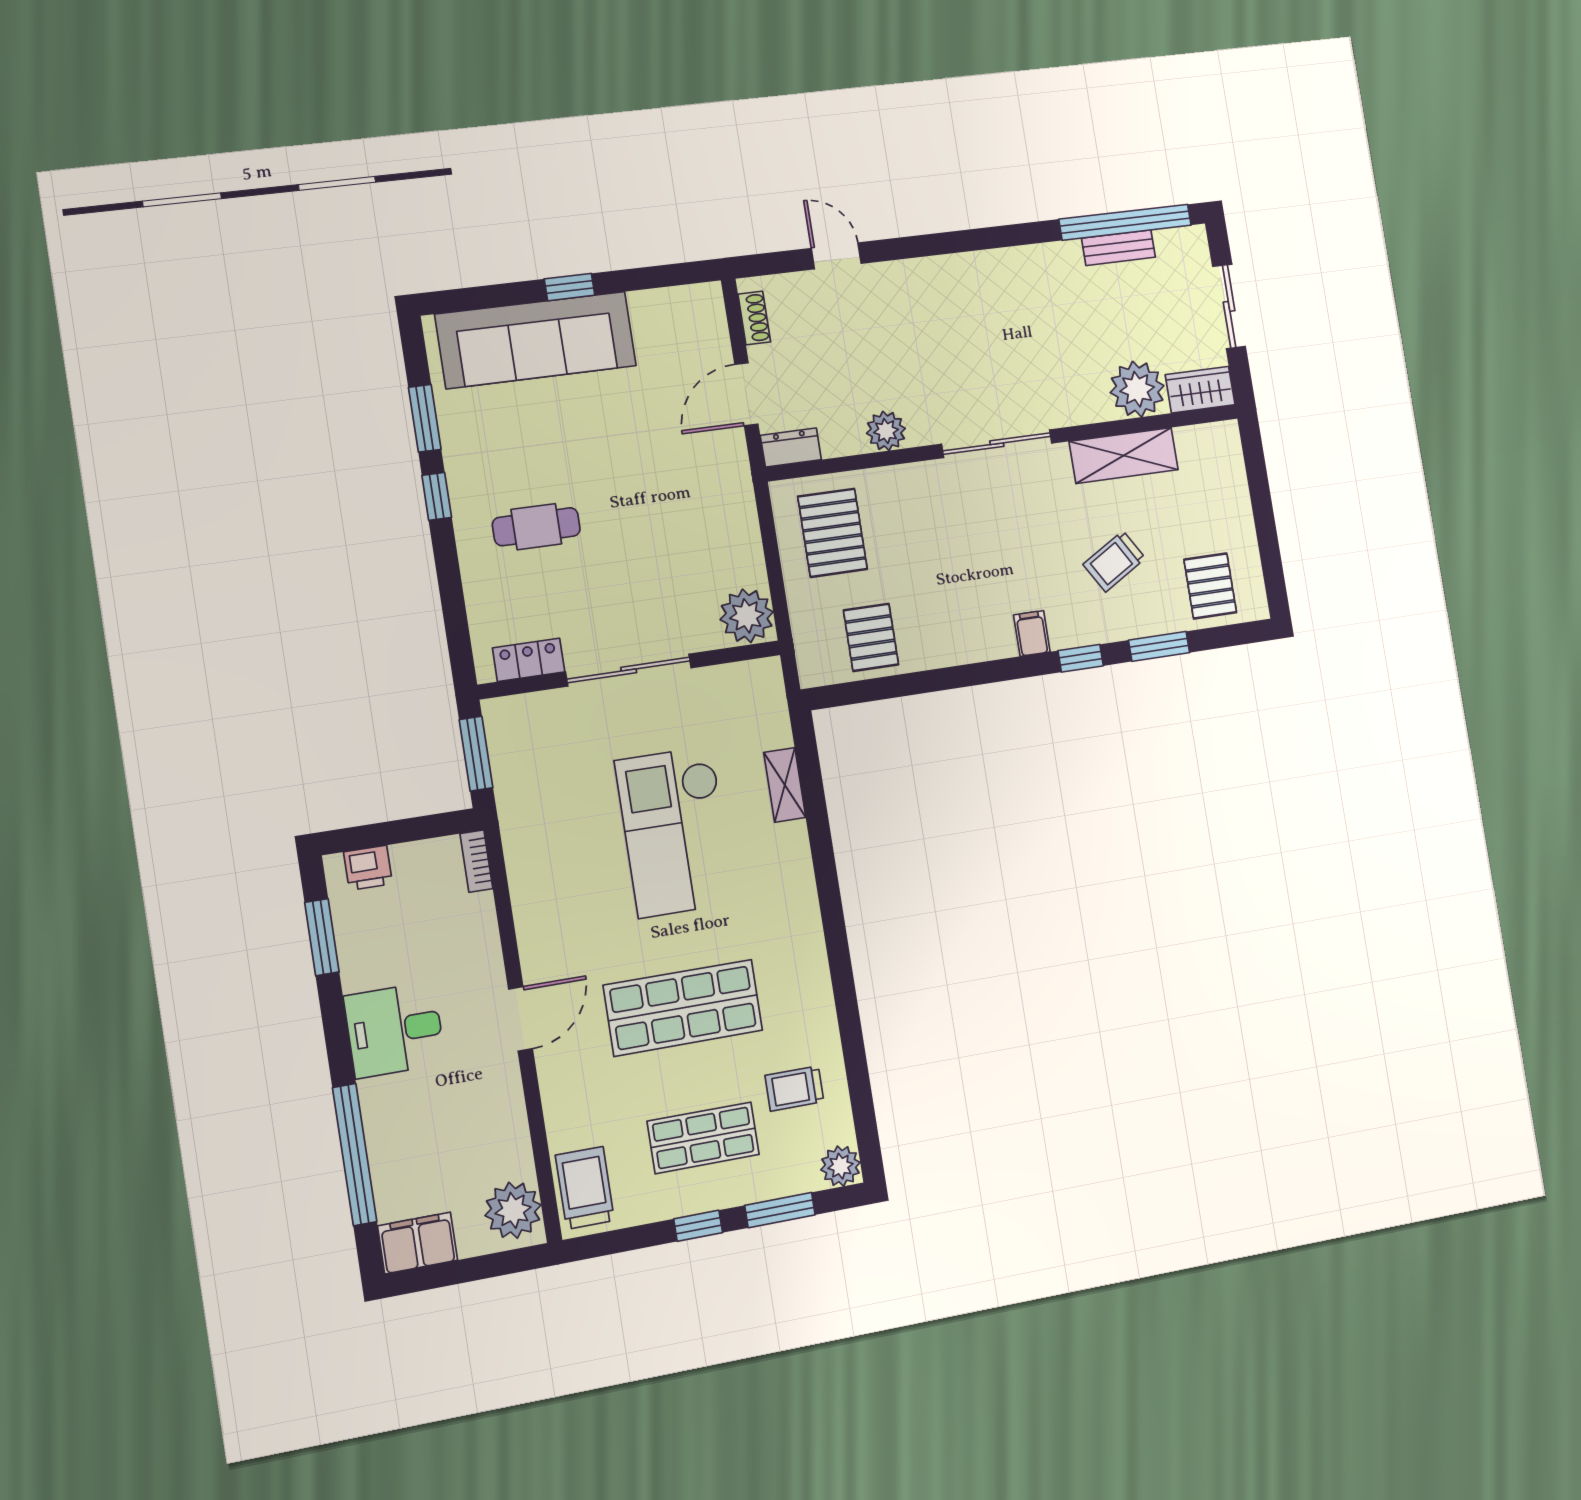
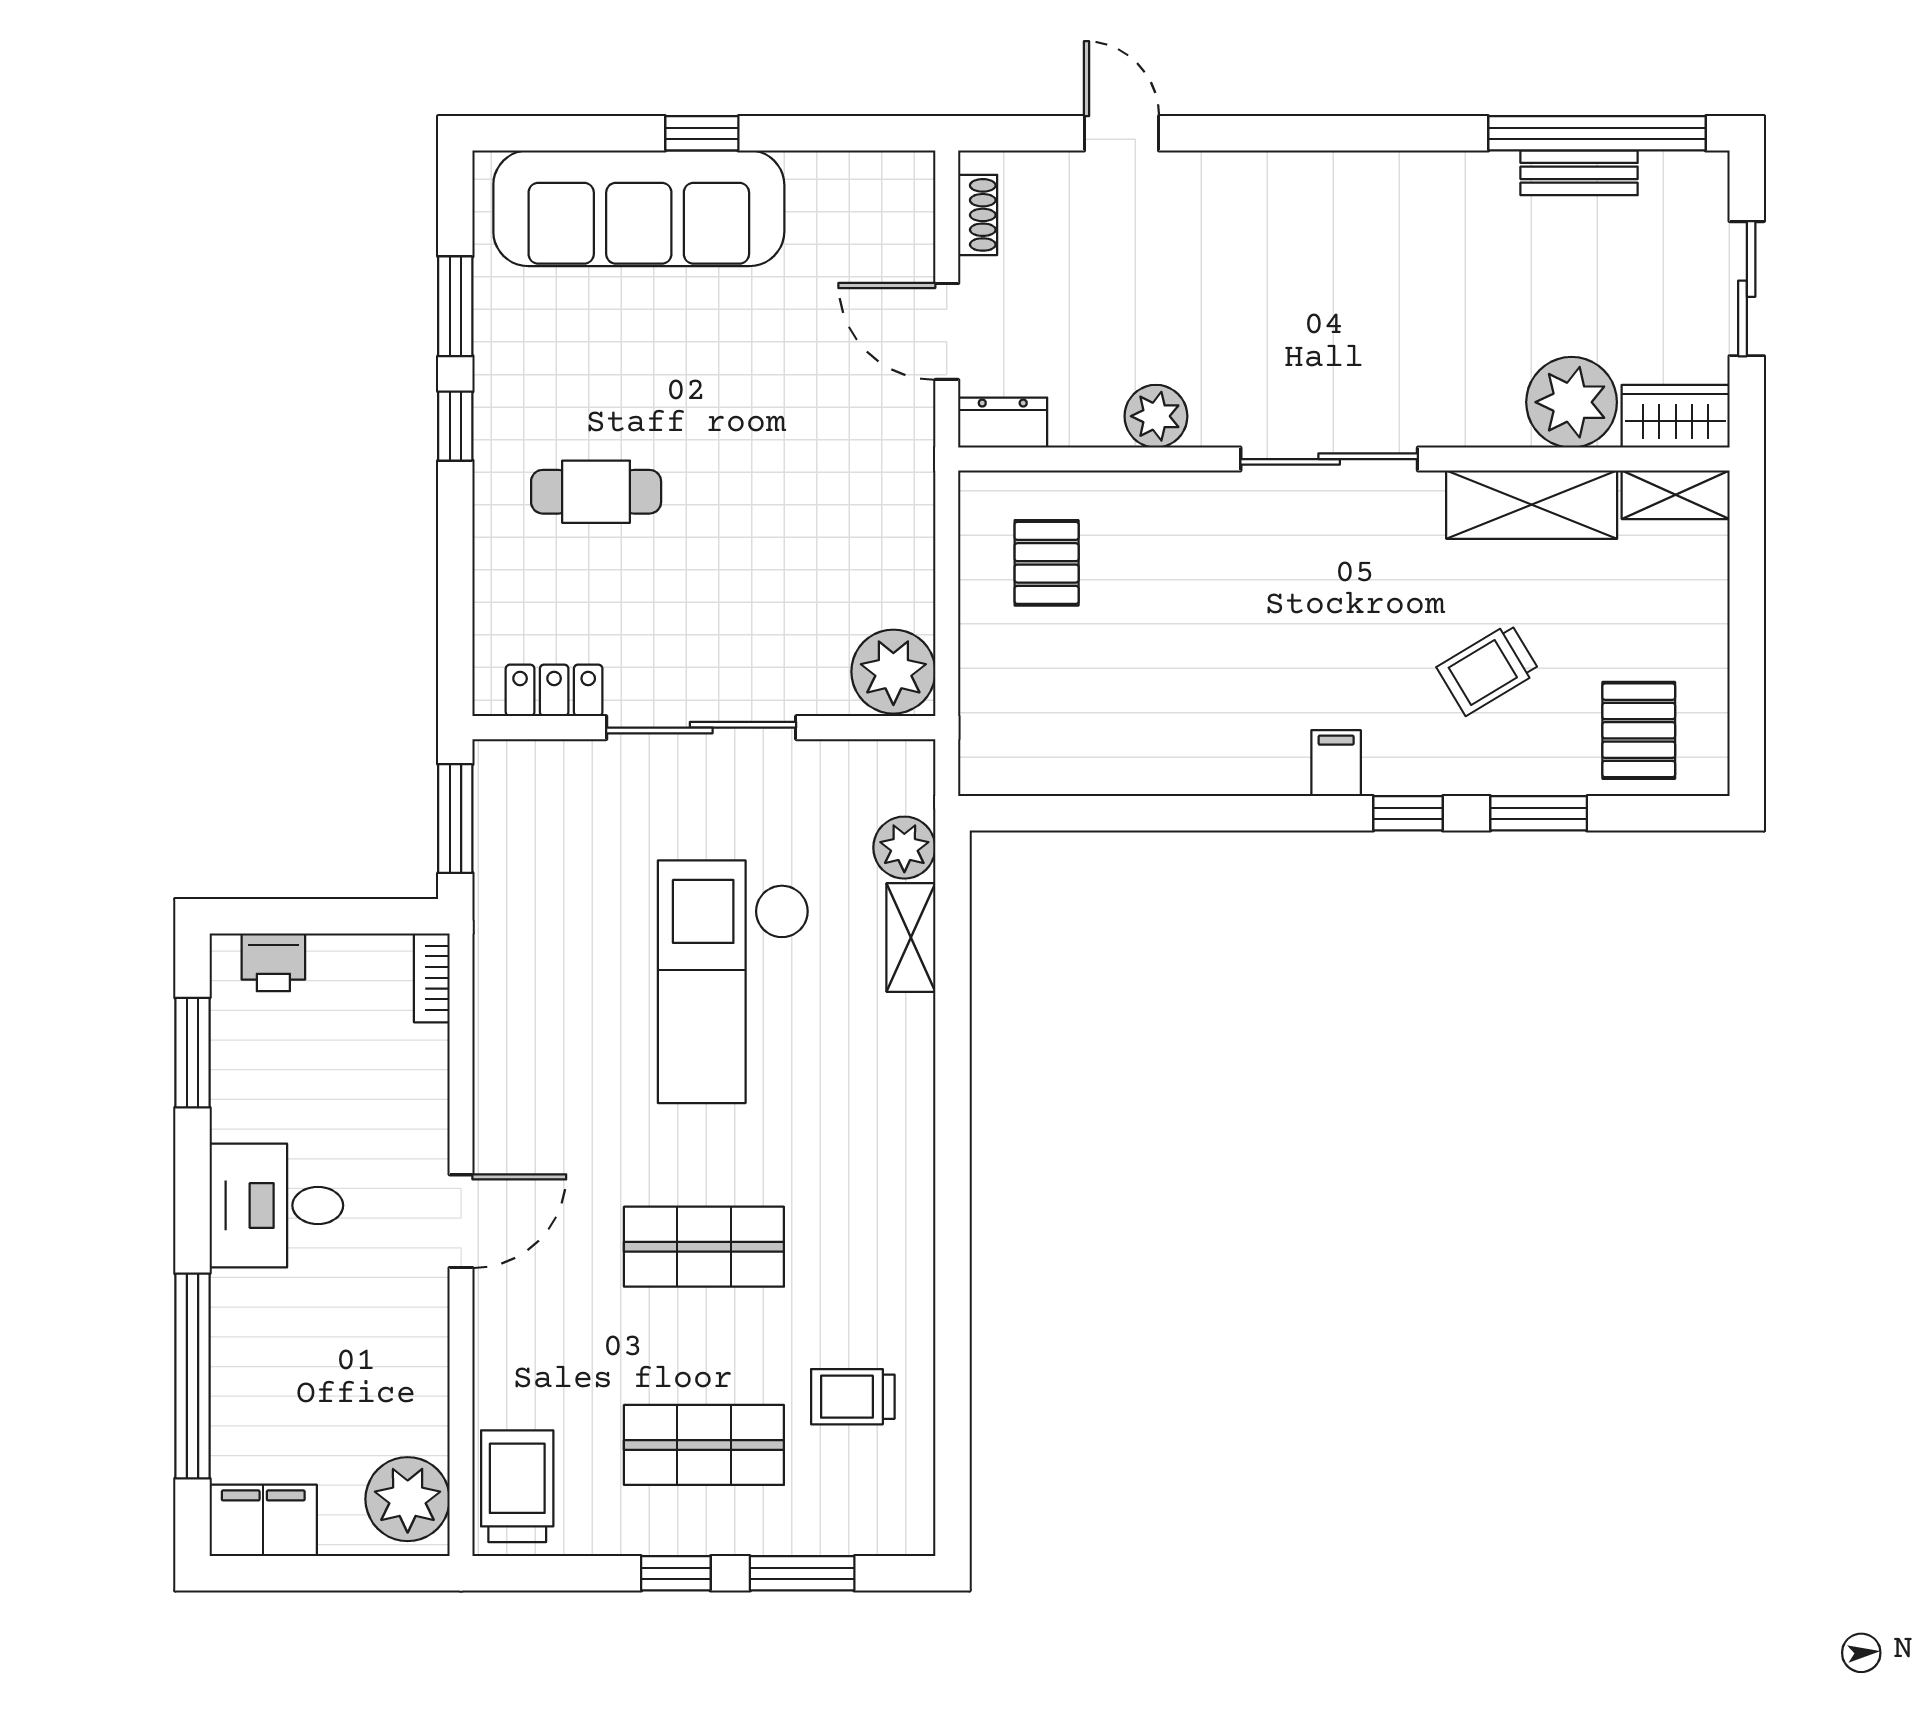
door: (746, 394) -> (947, 331), hinge flipped
shelving: (1208, 438) -> (1676, 495), added
pallet: (833, 533) -> (1047, 563), width x0.67, depth x0.71
pallet: (871, 637) -> (1081, 732), removed
shop shelf: (683, 1008) -> (704, 1247), width x0.70, depth x0.74
plant: (841, 1166) -> (904, 848), moved

